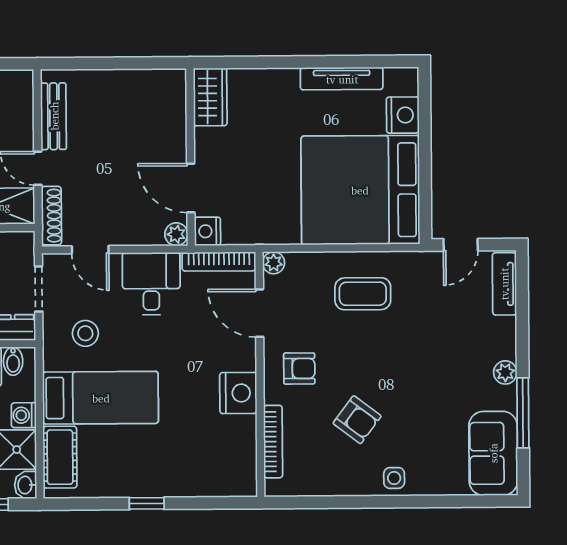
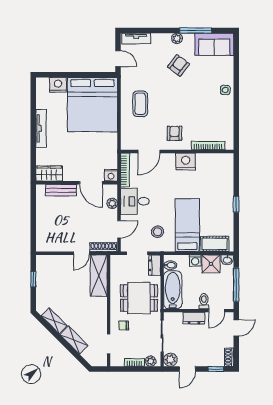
tv unit: (342, 79) -> (41, 128), moved
bench: (54, 116) -> (61, 190), moved
door: (191, 188) -> (91, 183), hinge flipped
plant: (176, 234) -> (112, 203), moved
plant: (274, 263) -> (126, 145), removed
armchair: (357, 420) -> (178, 65), moved

